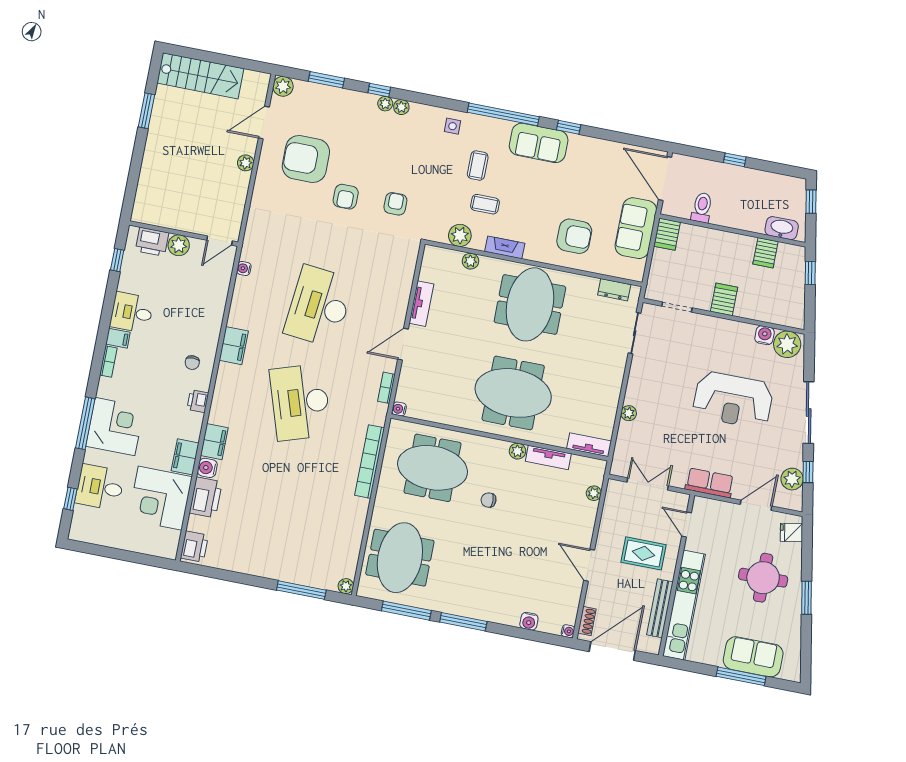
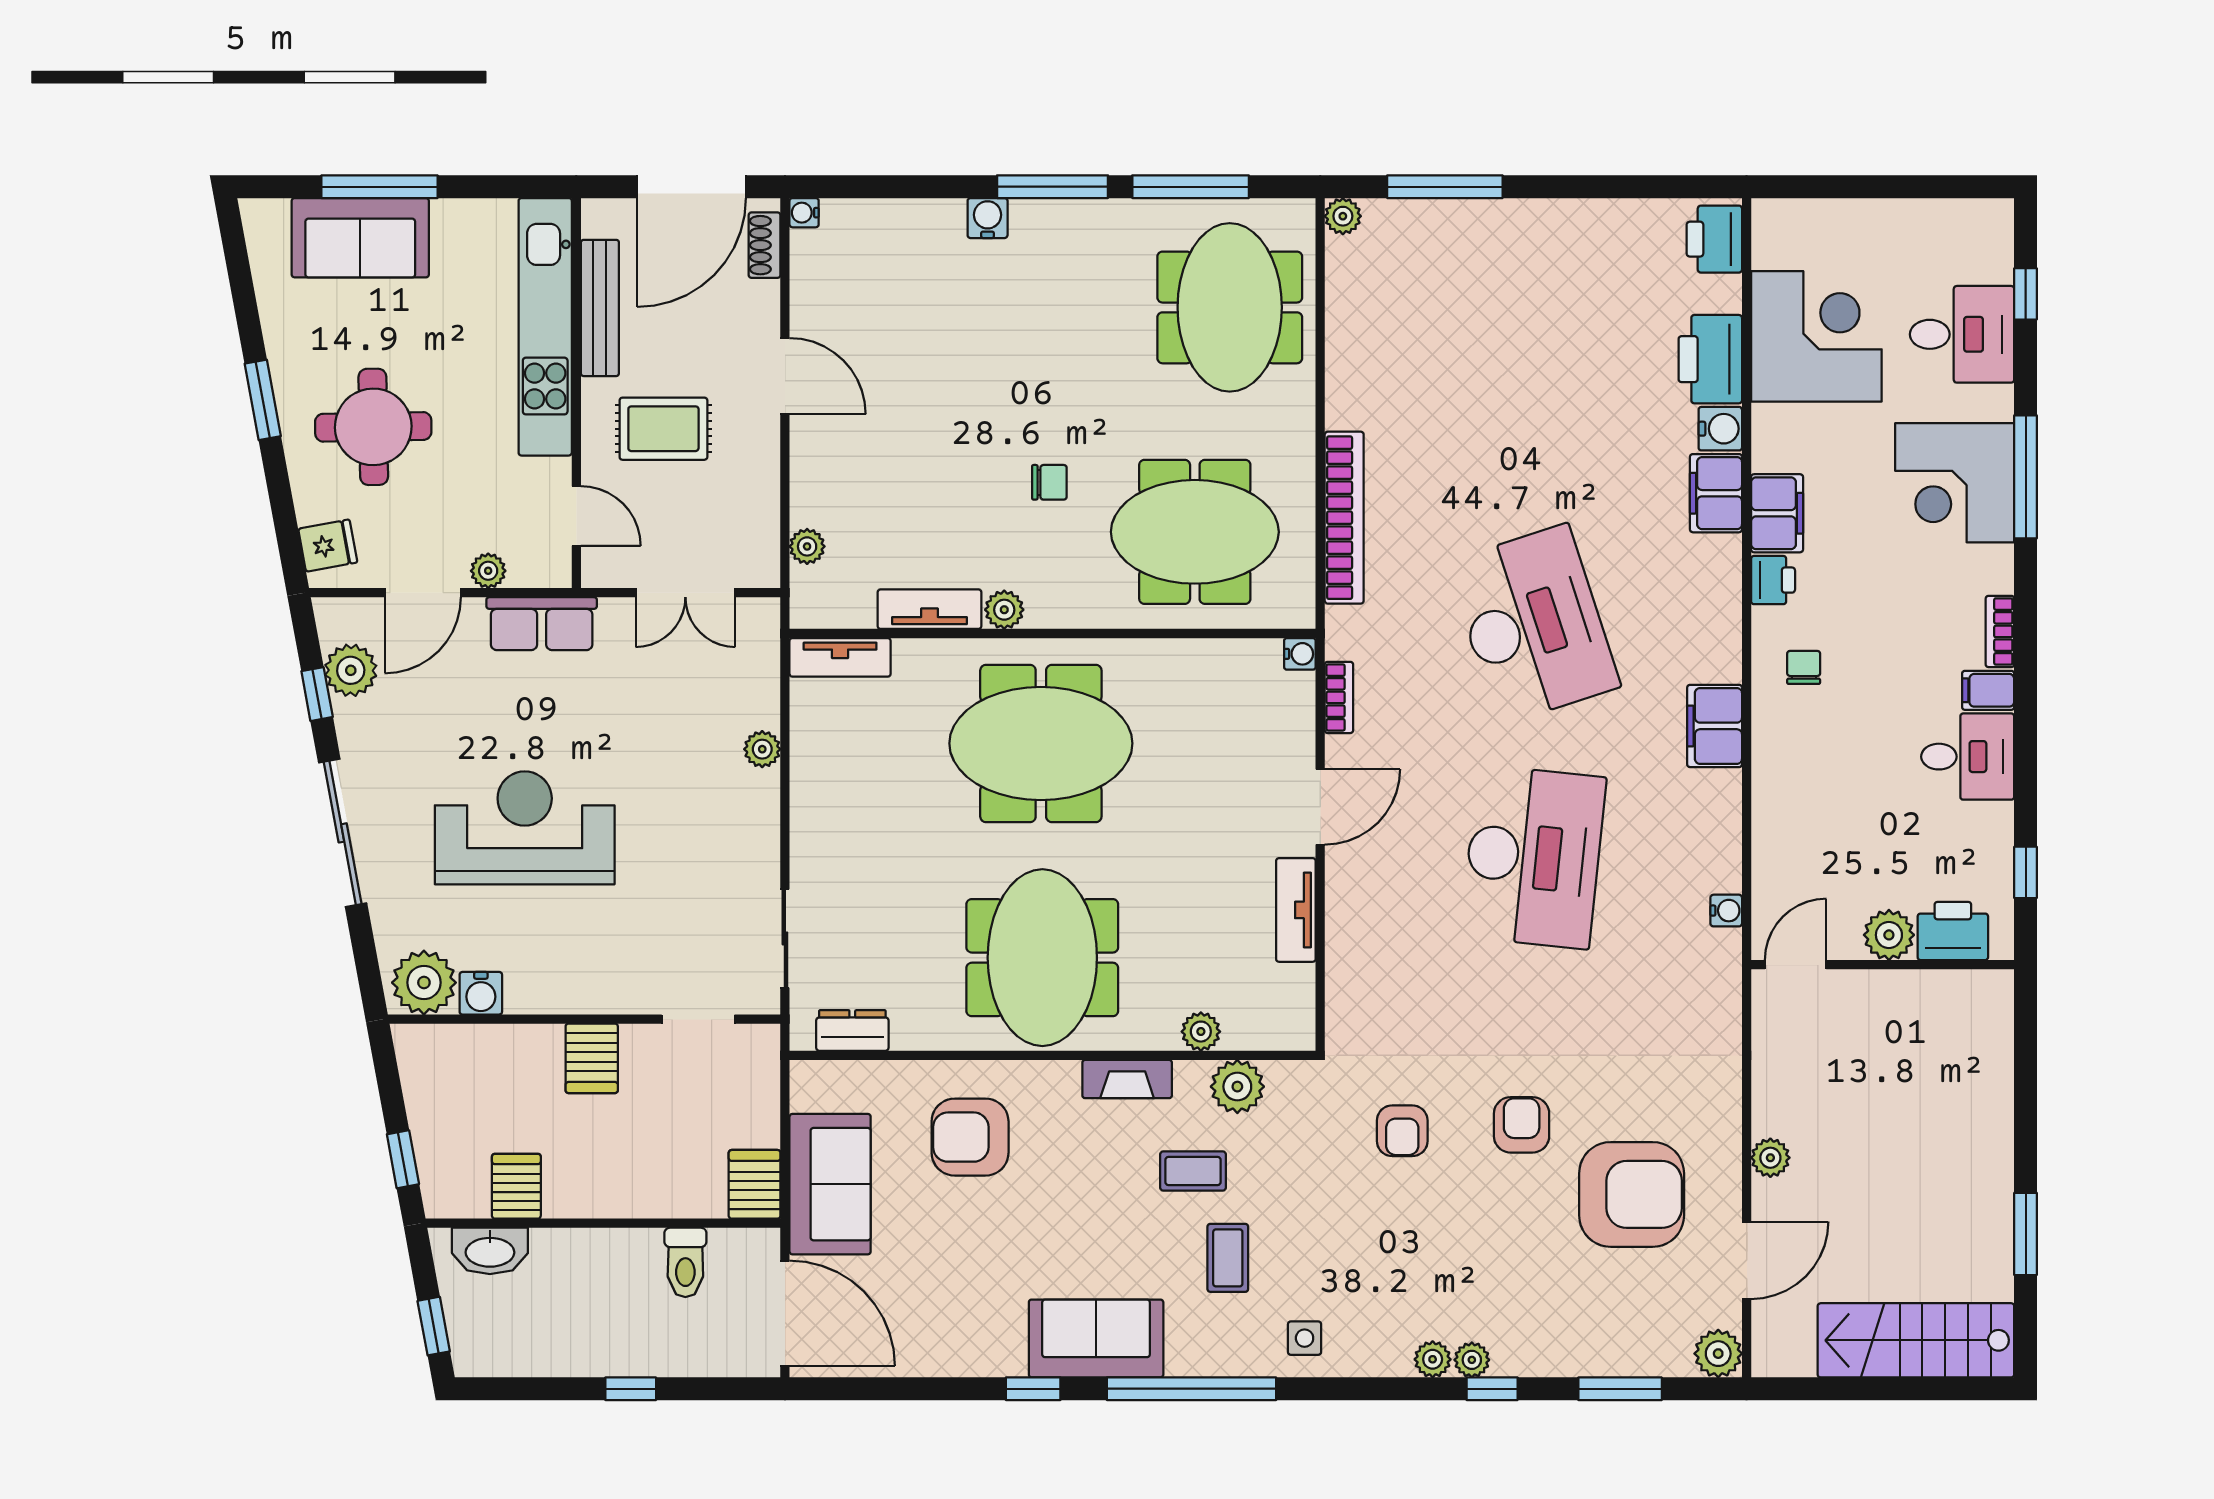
filing cabinet: (185, 457) -> (1777, 513), moved
plant: (727, 509) -> (488, 571), added
water cooler: (529, 621) -> (988, 218), moved

